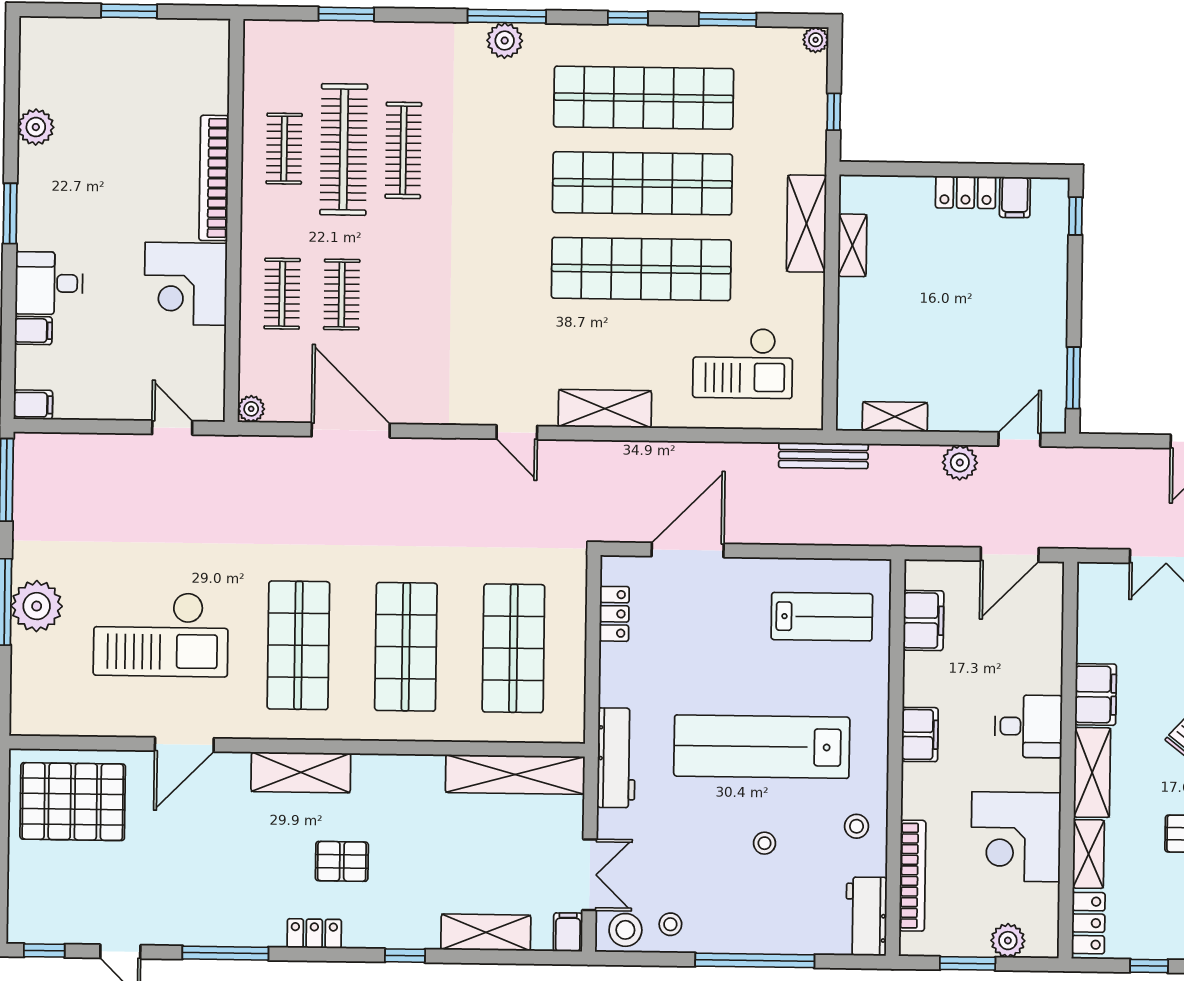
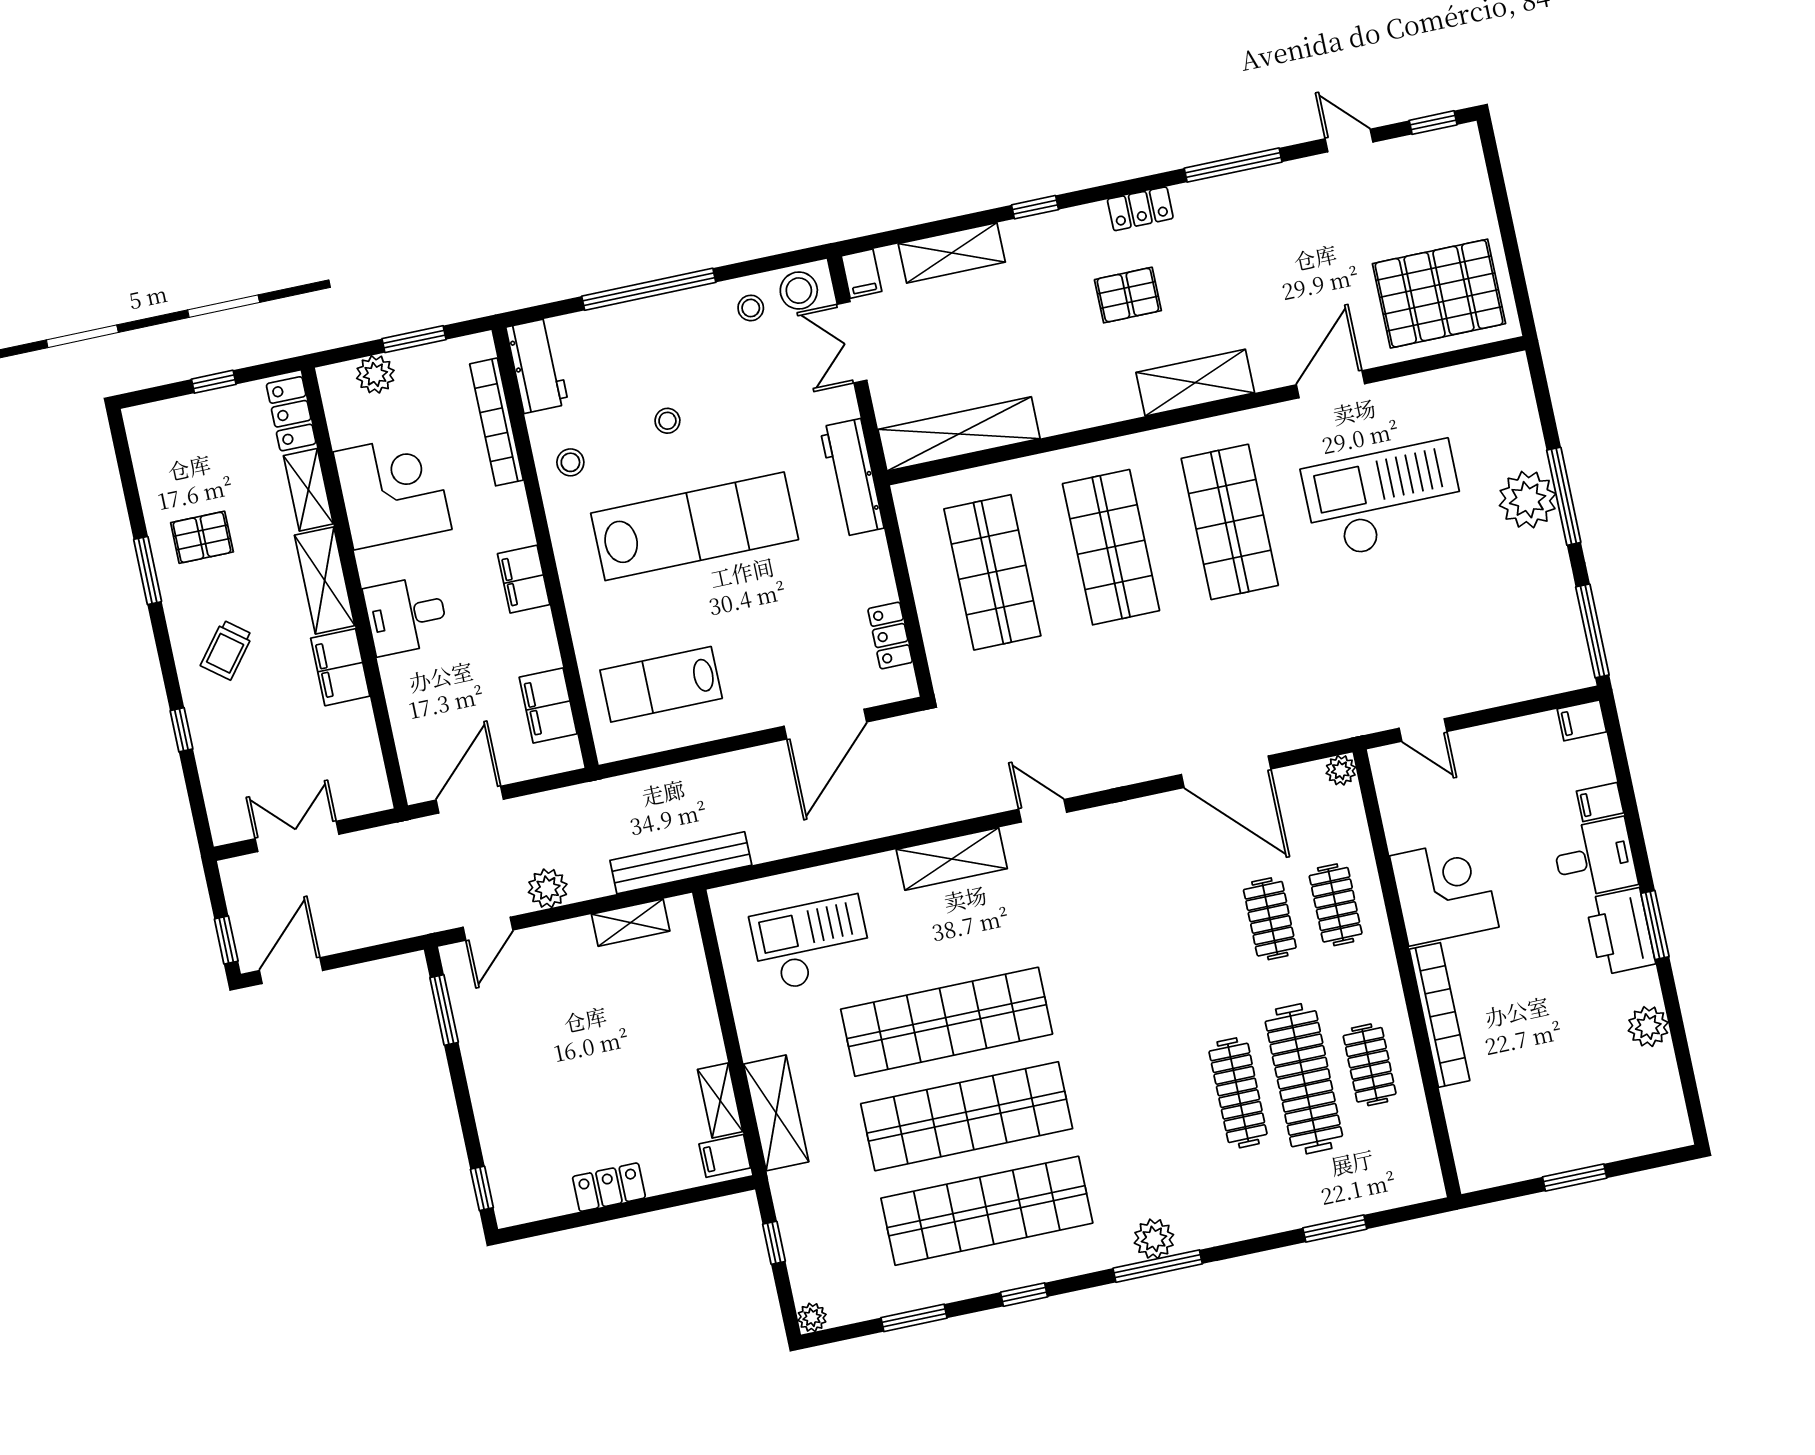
filing cabinet: (1015, 197) -> (725, 1156), moved, turned -90
printer: (41, 215) -> (1620, 931), added
bench: (823, 456) -> (681, 863), width x1.37, depth x1.21

